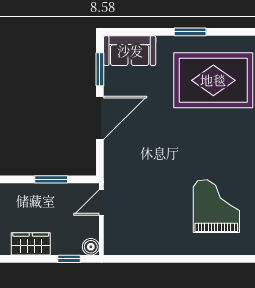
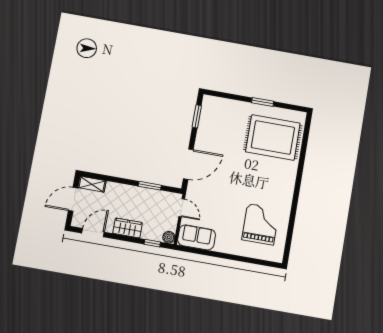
sofa: (130, 51) -> (197, 237), moved, turned 180
door: (100, 118) -> (188, 164), moved
door: (101, 202) -> (182, 208), swing flipped

